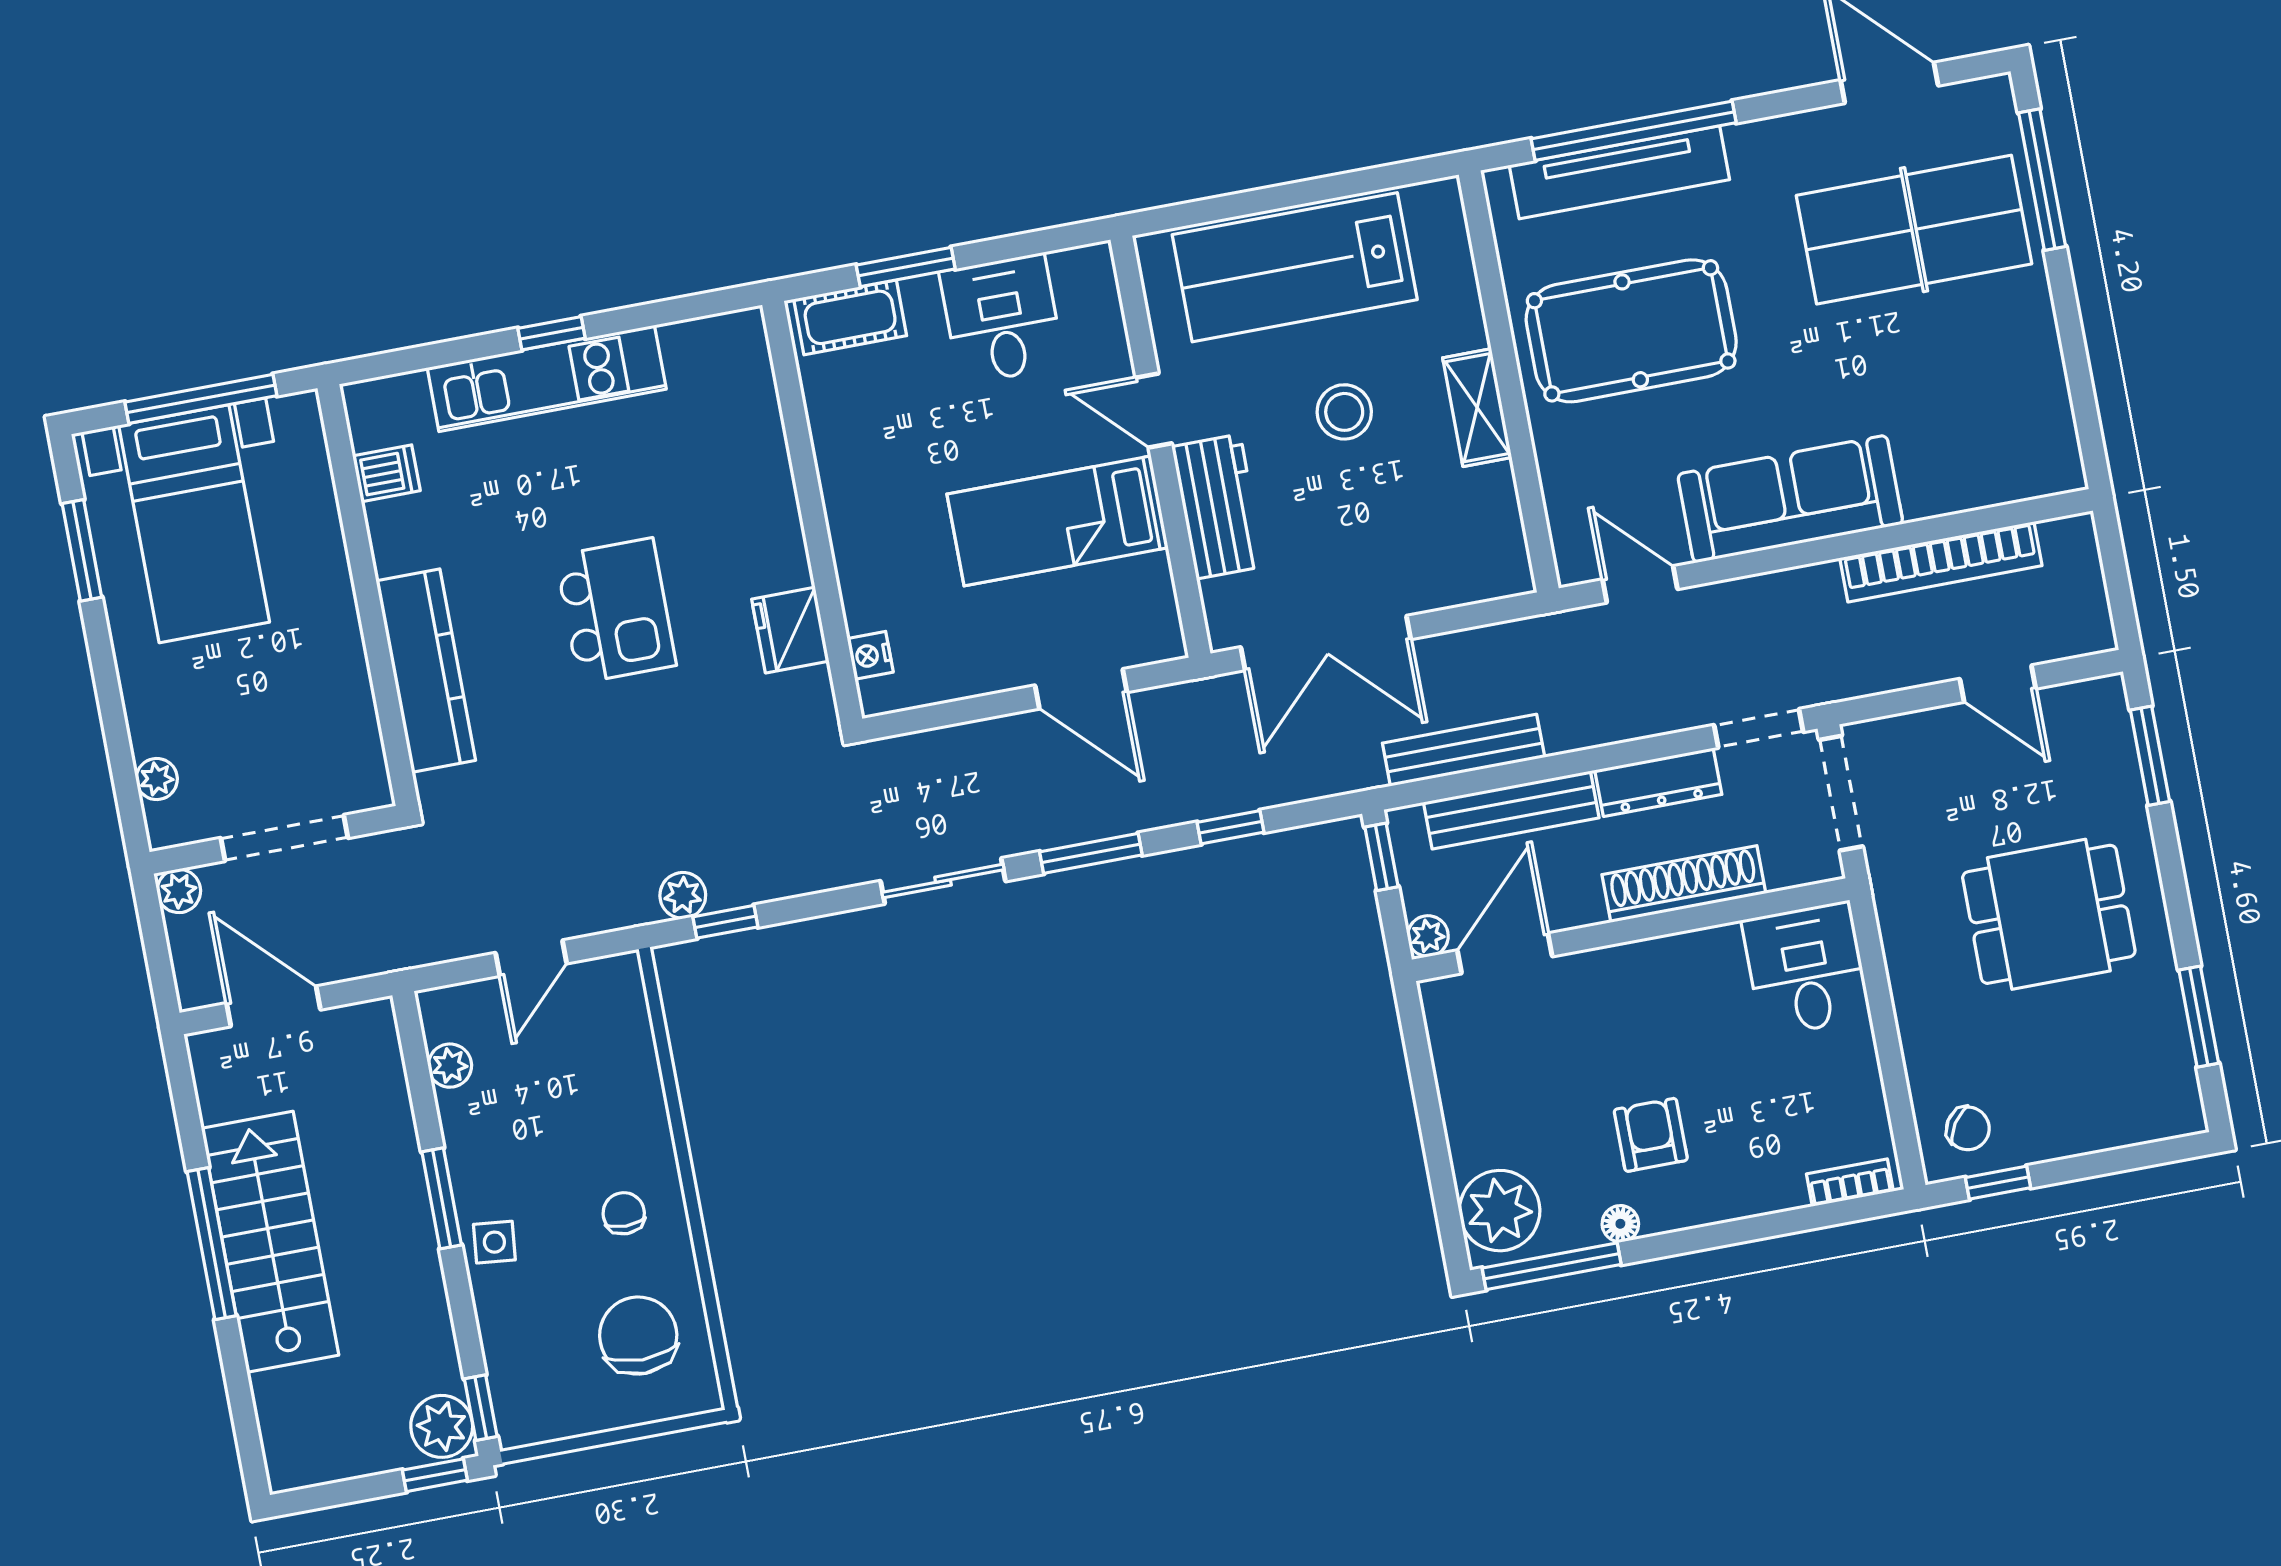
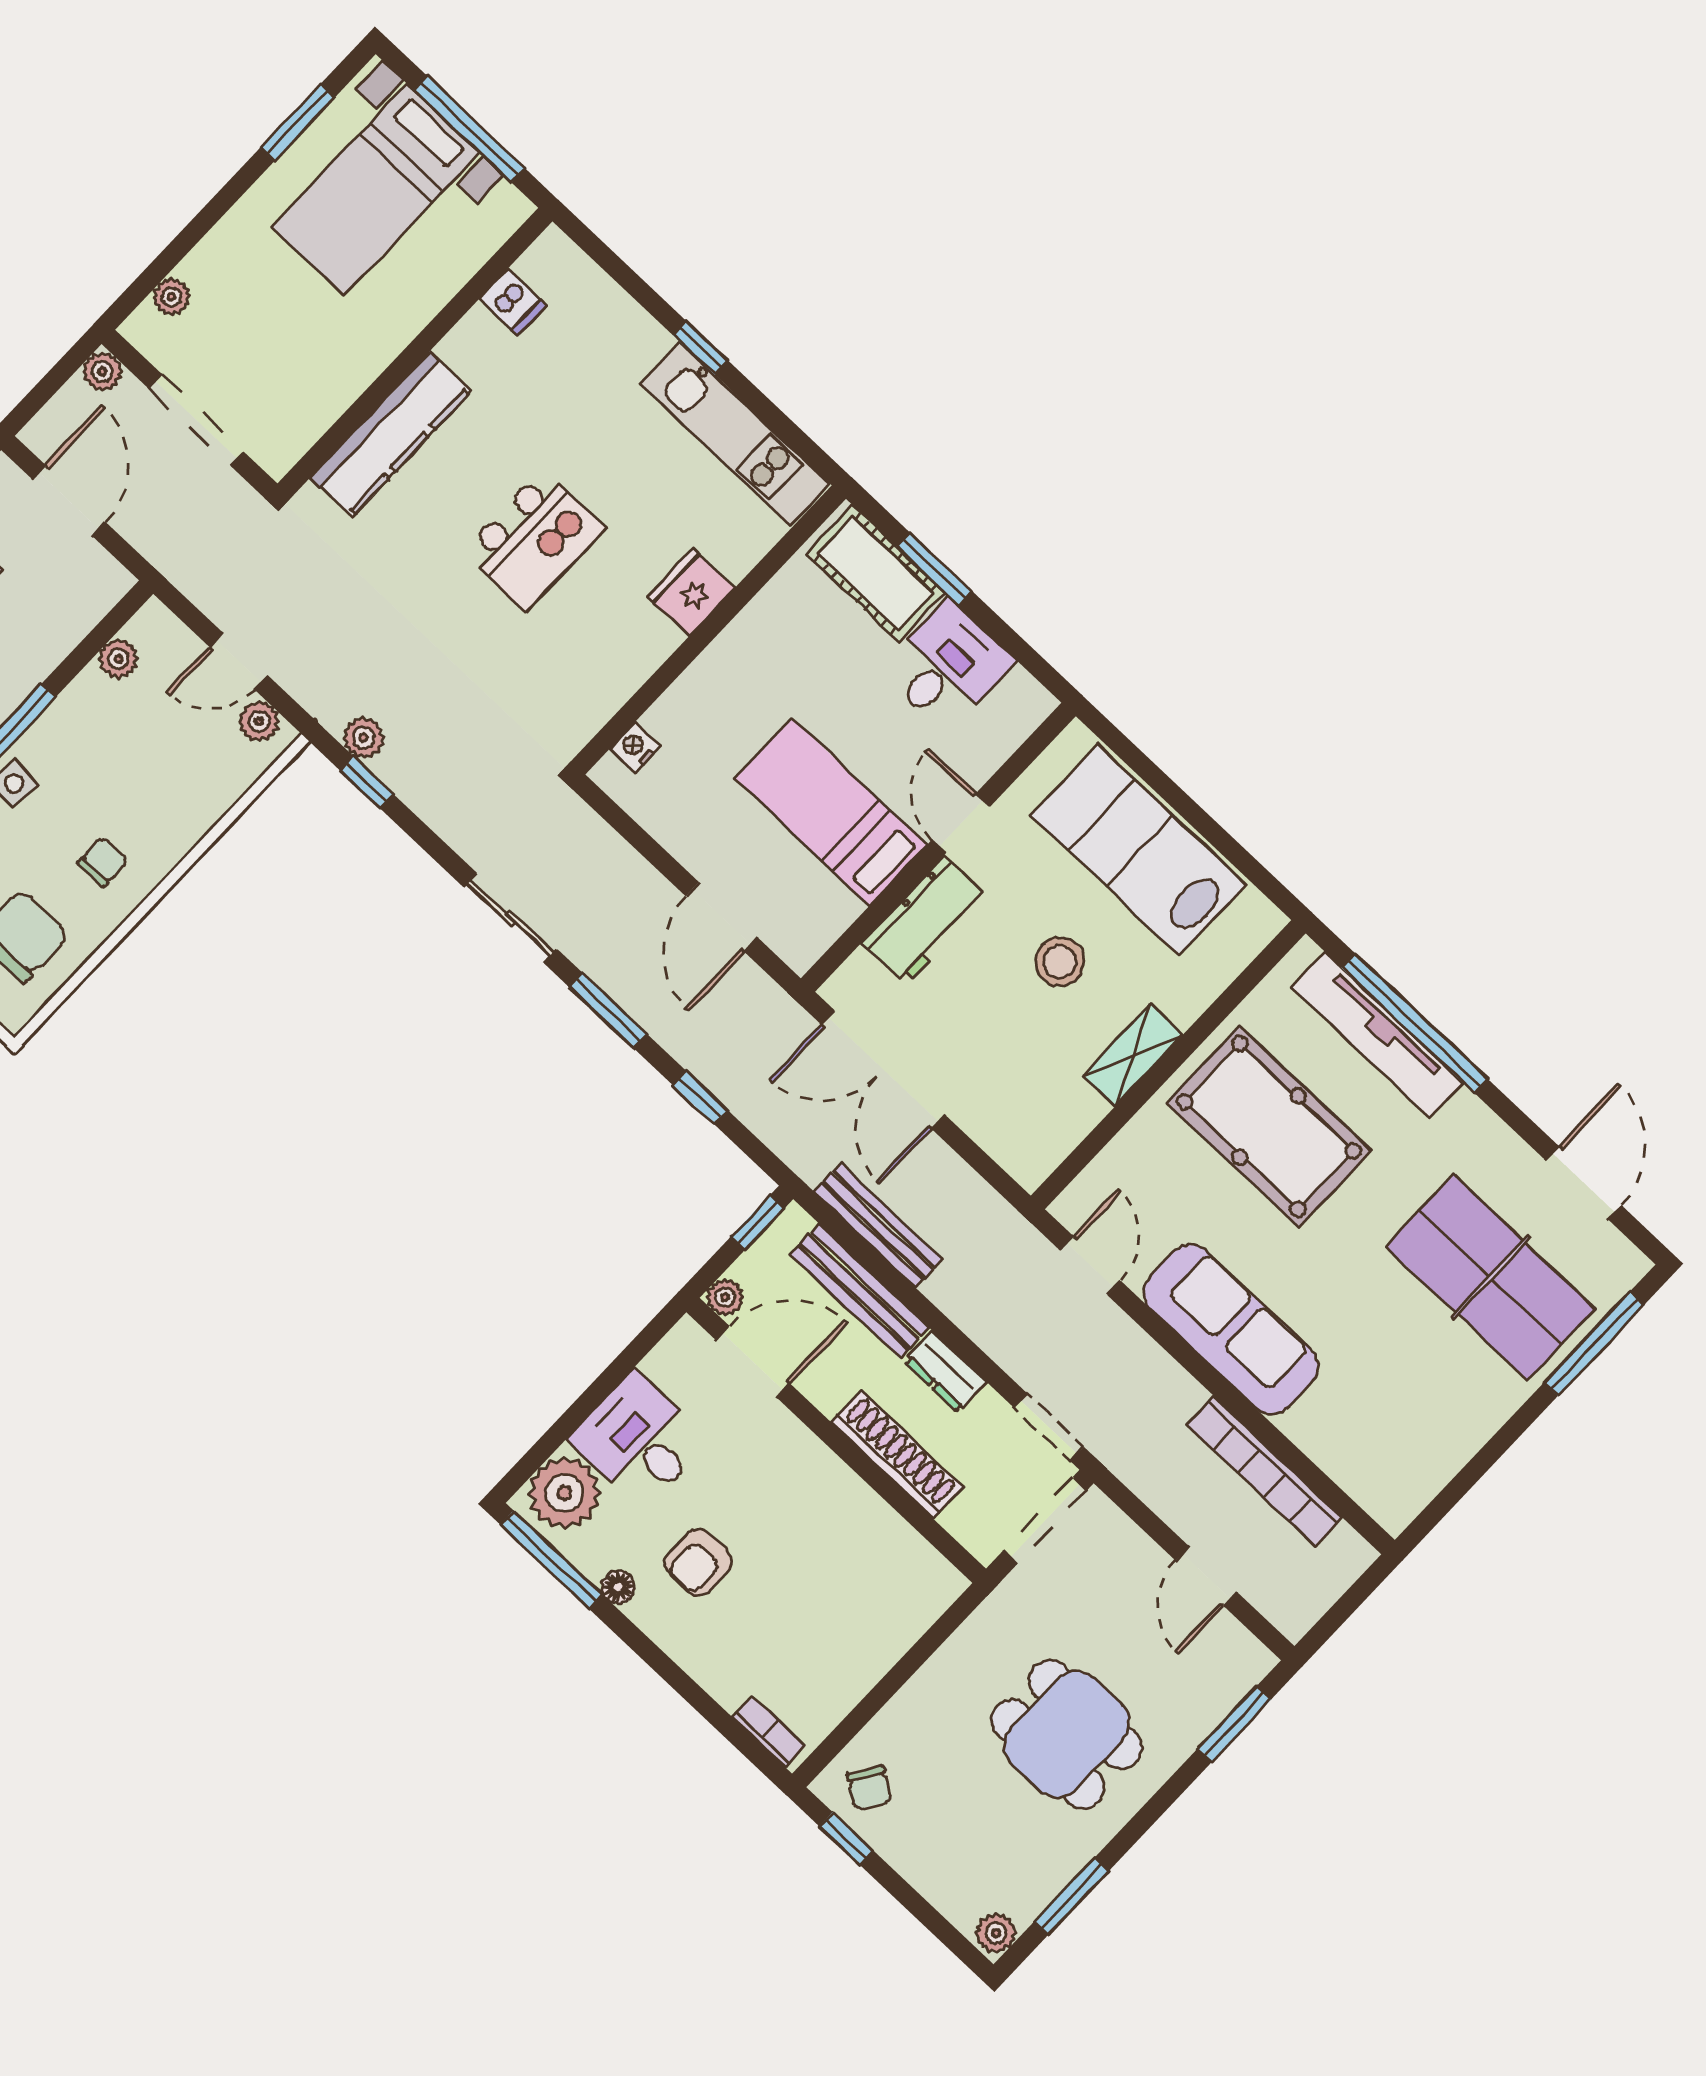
cot: (850, 317) -> (875, 573), width x1.37, depth x1.34
kitchen unit: (547, 378) -> (735, 434), moved
fridge: (790, 630) -> (691, 592), moved
dresser: (1658, 782) -> (945, 1372), width x0.70
desk: (1806, 969) -> (639, 1440), moved, turned -90
plant: (599, 979) -> (259, 721), added
plant: (2183, 1109) -> (996, 1933), added
armchair: (1651, 1135) -> (698, 1562), turned 180

